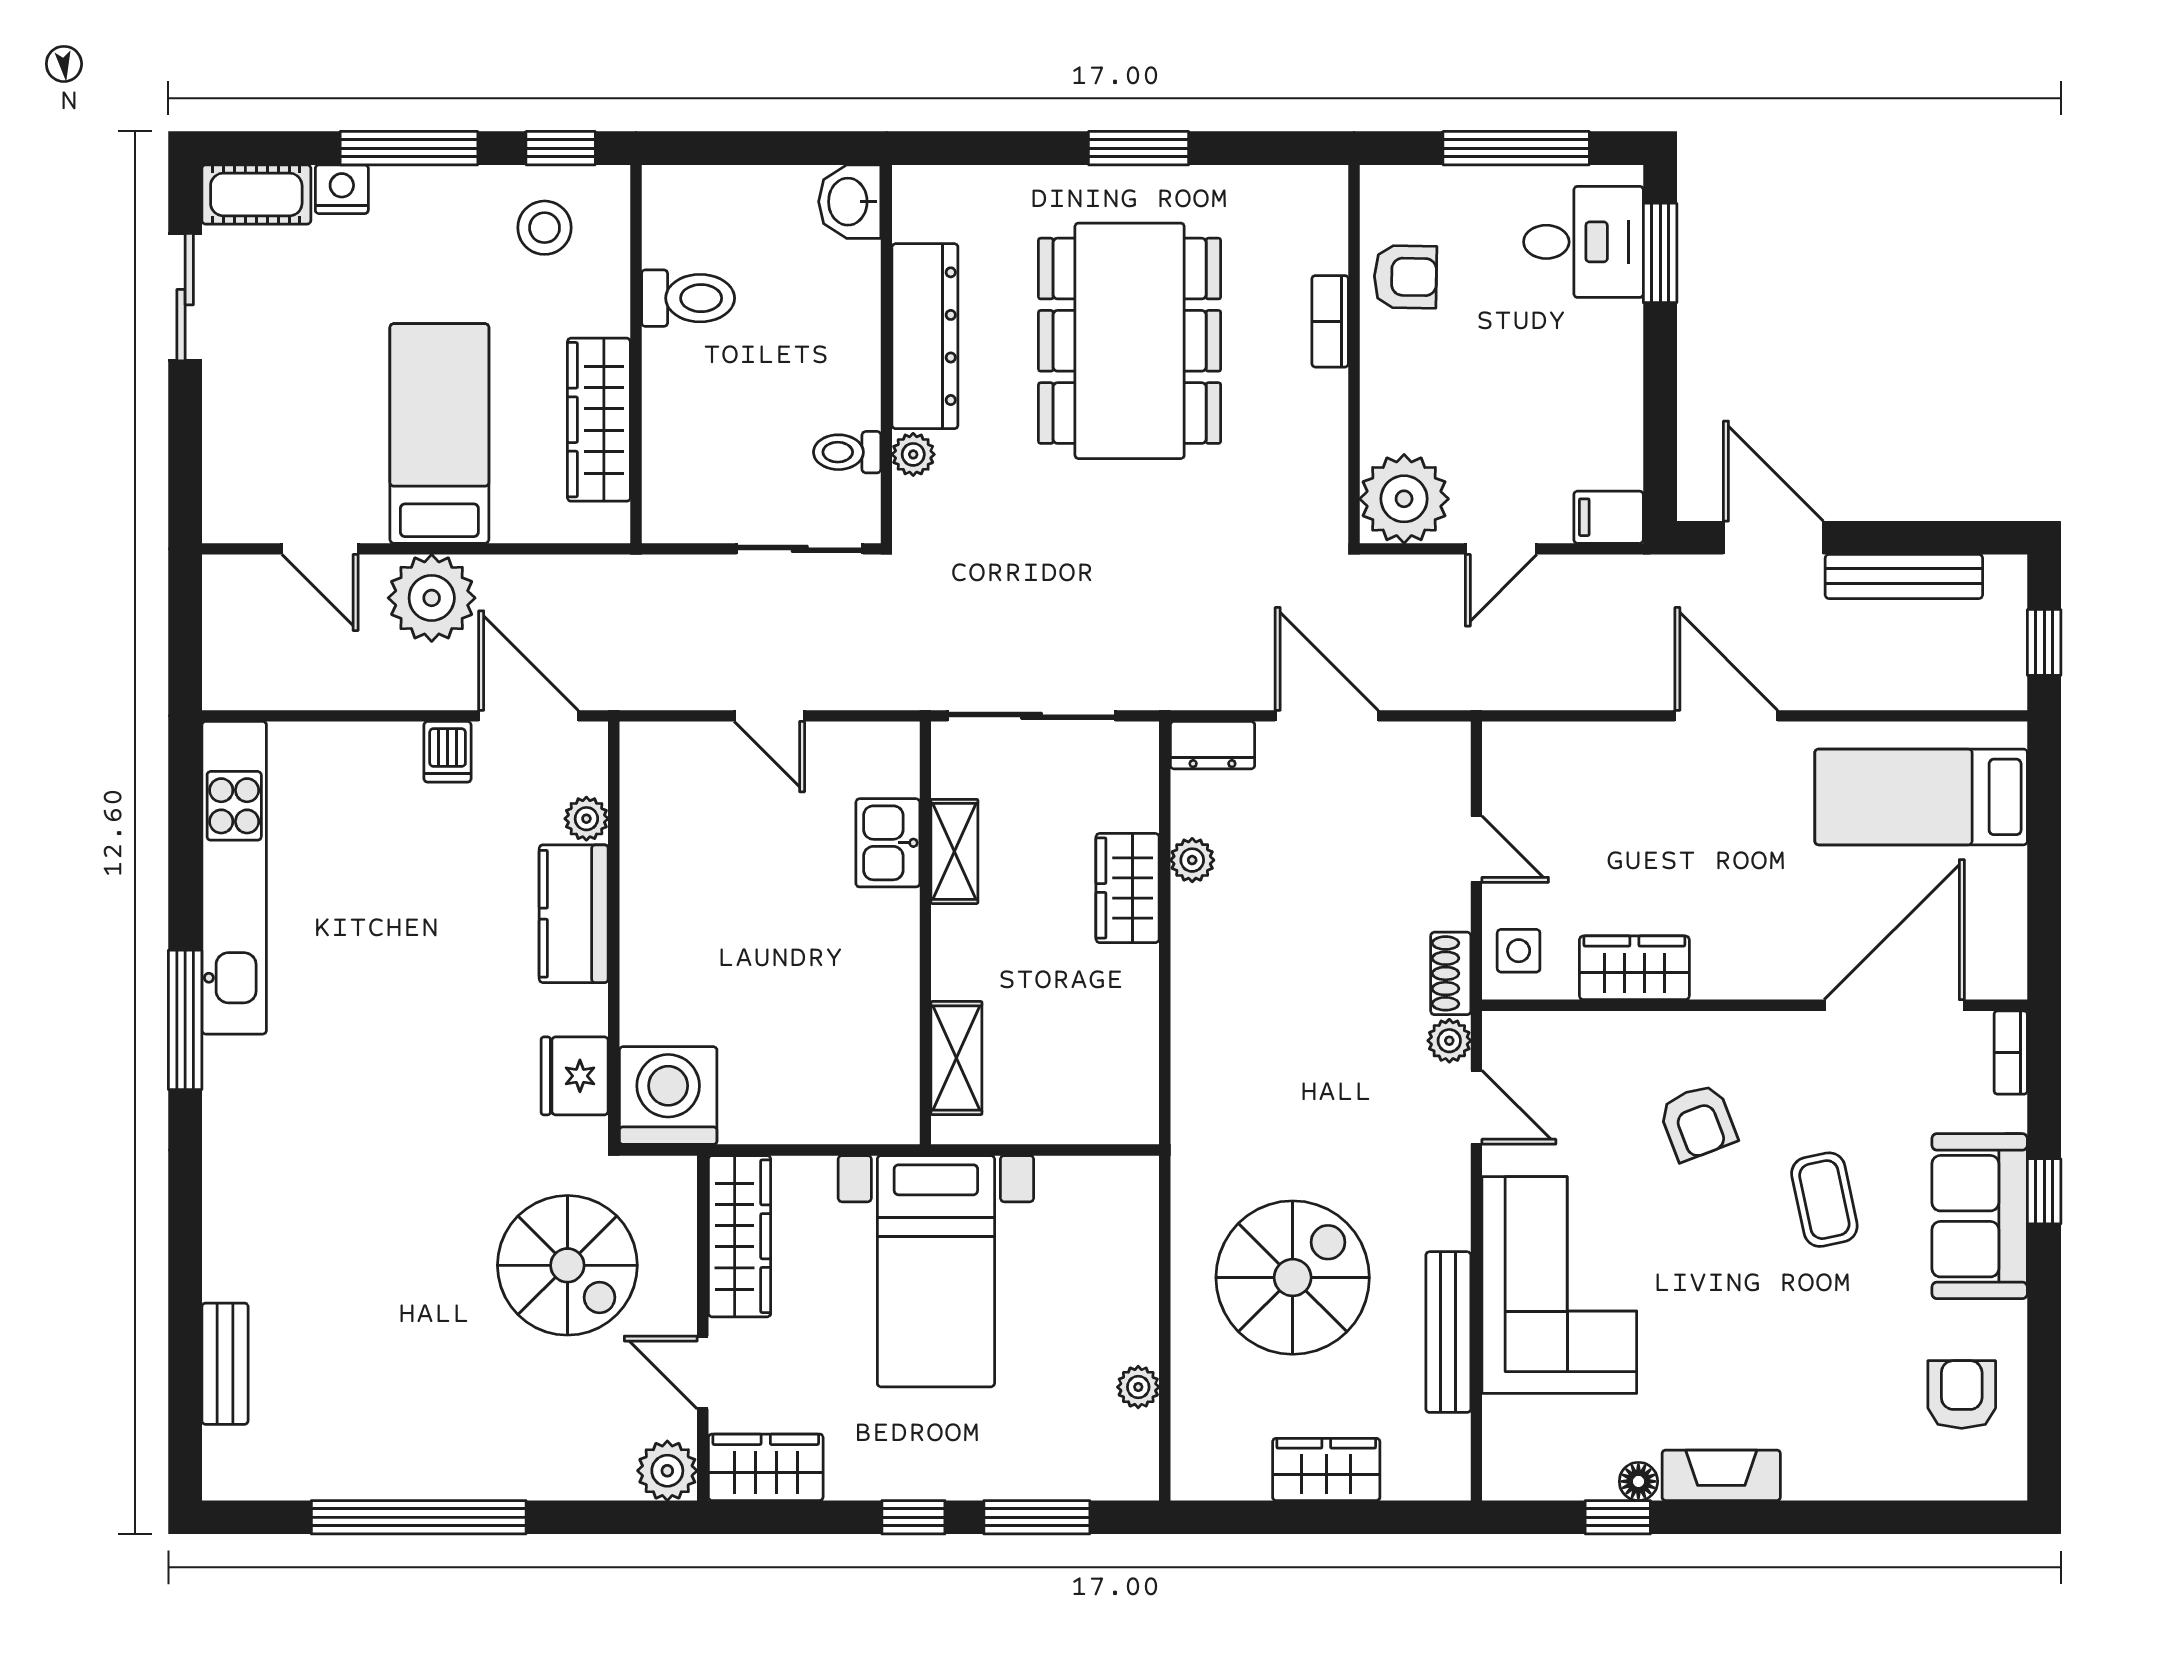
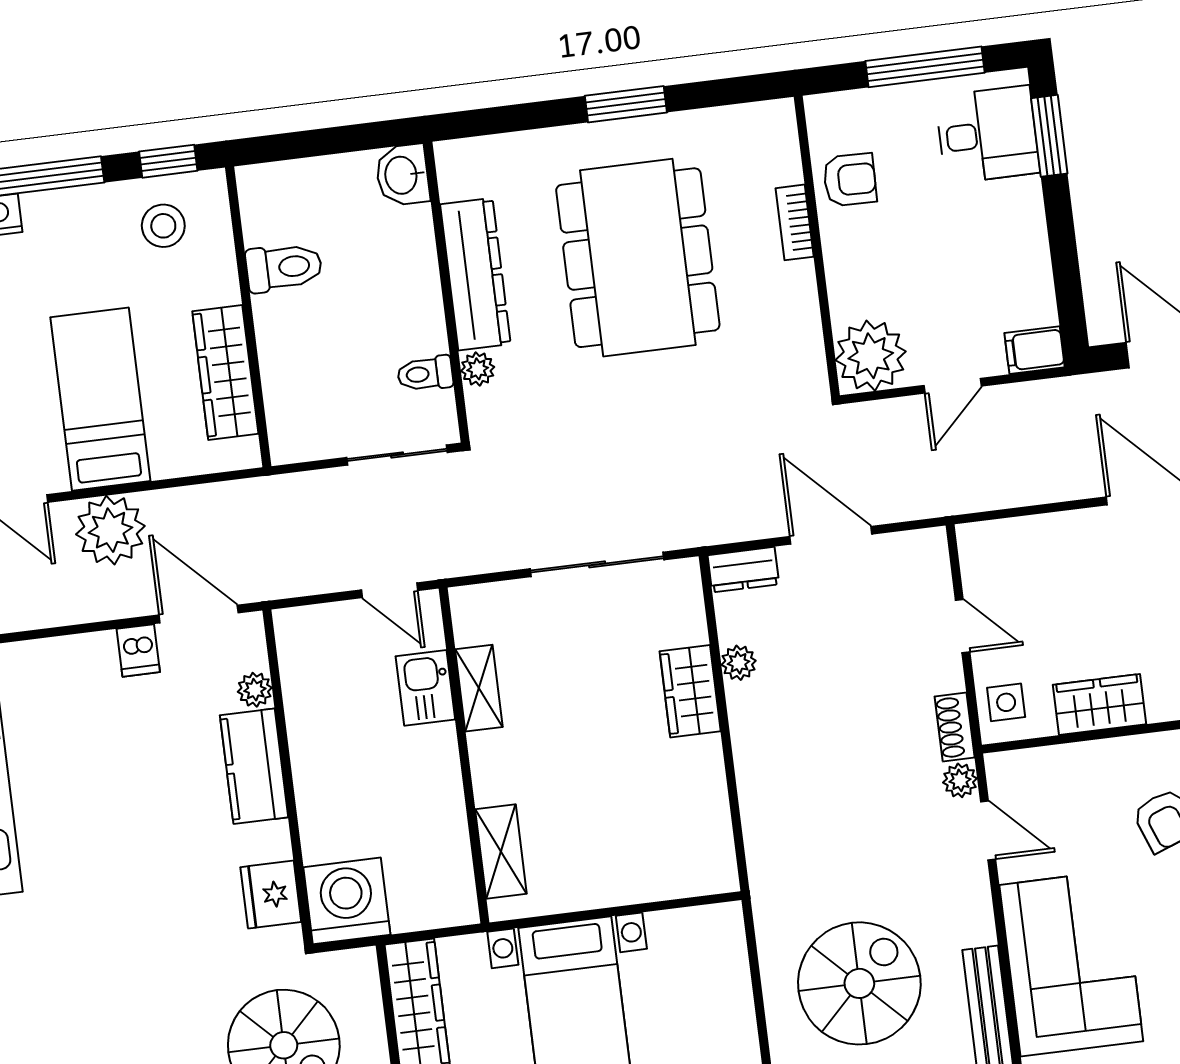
kitchen sink: (888, 843) -> (425, 688), moved
shelving: (954, 851) -> (479, 688), moved
wall: (925, 933) -> (464, 756), moved
shelving: (956, 1058) -> (501, 852), moved

